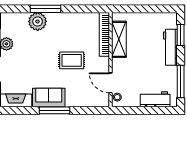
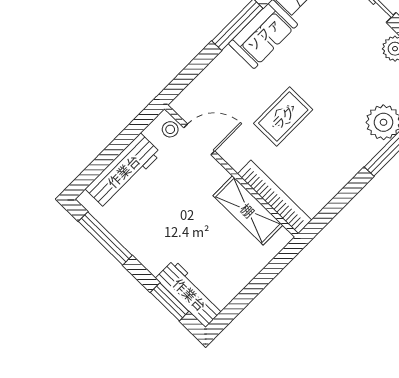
workbench: (170, 47) -> (190, 294), moved
workbench: (155, 99) -> (123, 171), width x1.37

